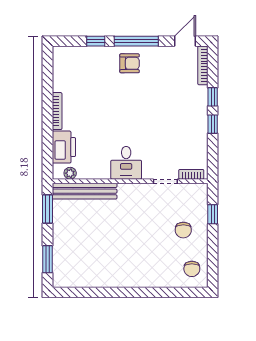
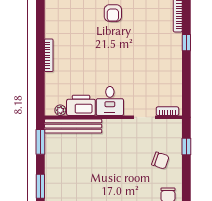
armchair: (130, 63) -> (113, 13), turned 90
window: (213, 124) -> (186, 67), removed
printer: (64, 147) -> (81, 105), moved, turned -90
chair: (183, 230) -> (160, 160), turned -71

